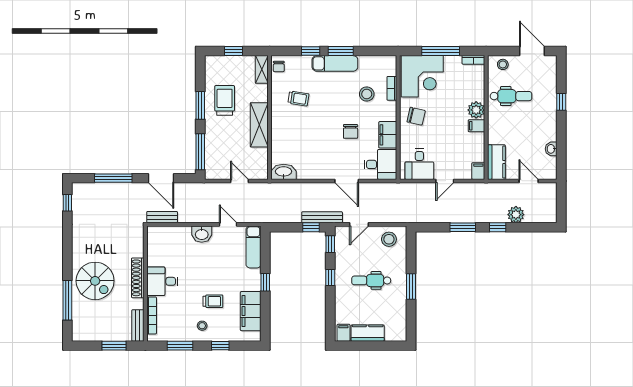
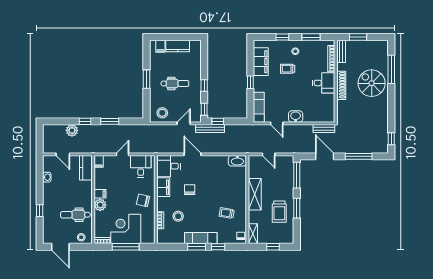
corner desk: (422, 76) -> (126, 229), moved
filing cabinet: (343, 333) -> (160, 46), moved

